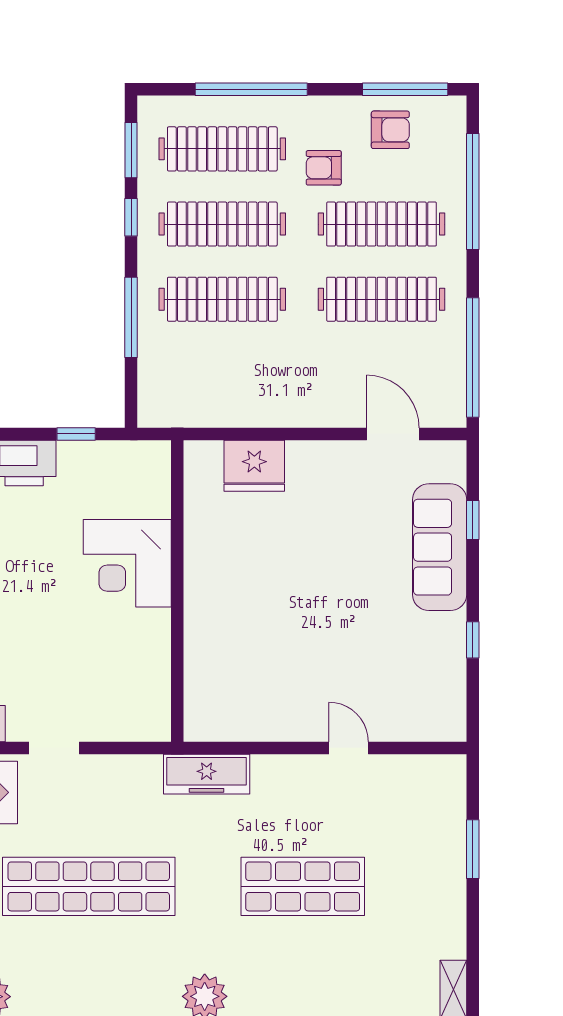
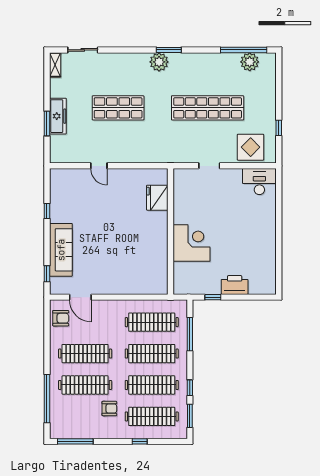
window: (251, 89) -> (140, 441), width x0.32
armchair: (390, 130) -> (61, 318), moved, turned 180
window: (131, 317) -> (190, 334), moved
window: (473, 358) -> (47, 329), removed
clothes rail: (222, 374) -> (152, 322), added
fridge: (254, 466) -> (157, 198), moved, turned -90
window: (473, 520) -> (47, 274), moved
doorway: (54, 748) -> (209, 166), moved
freezer: (207, 774) -> (58, 116), moved, turned 90

